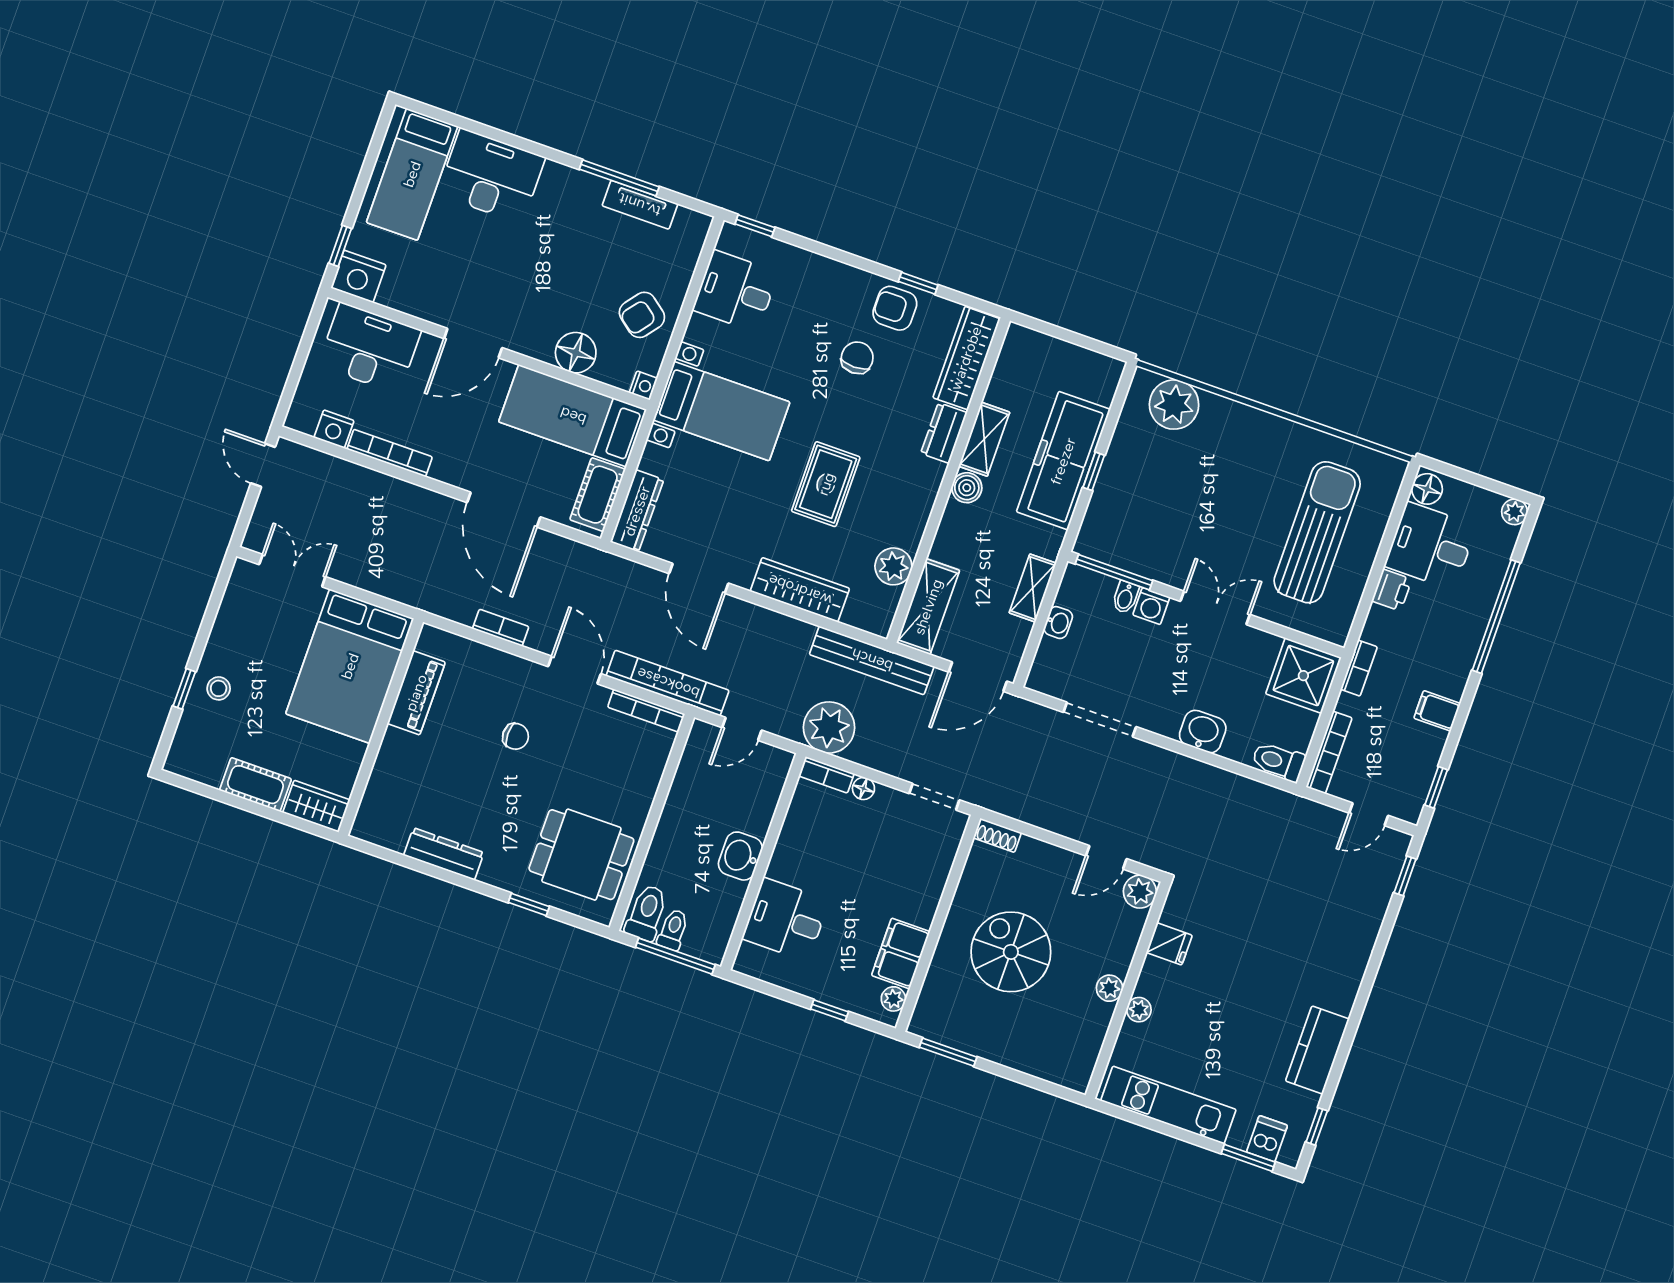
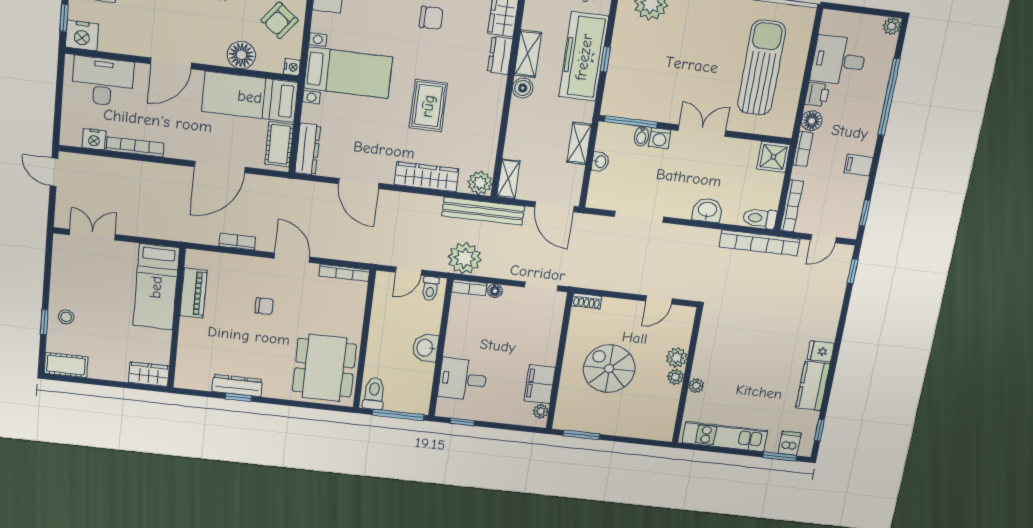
chair: (857, 358) -> (431, 18), turned 90
floor lamp: (1427, 489) -> (812, 121), moved
door: (504, 510) -> (220, 167), hinge flipped
plant: (893, 566) -> (480, 183), moved
shelving: (928, 607) -> (508, 179), width x0.67, depth x0.75
bed: (350, 666) -> (156, 287), width x0.67
shower: (1303, 676) -> (773, 157), width x0.73, depth x0.73
door: (978, 677) -> (554, 207), hinge flipped
bookcase: (668, 683) -> (760, 243), moved, turned 180
cot: (255, 785) -> (66, 365), moved
dining table: (581, 855) -> (324, 368), width x1.37
plant: (1140, 892) -> (677, 358), moved
window: (529, 904) -> (238, 397), moved
toilet: (673, 930) -> (430, 289), moved, turned 180
fridge: (1169, 944) -> (821, 351), moved, turned 180
window: (830, 1010) -> (462, 422), moved

